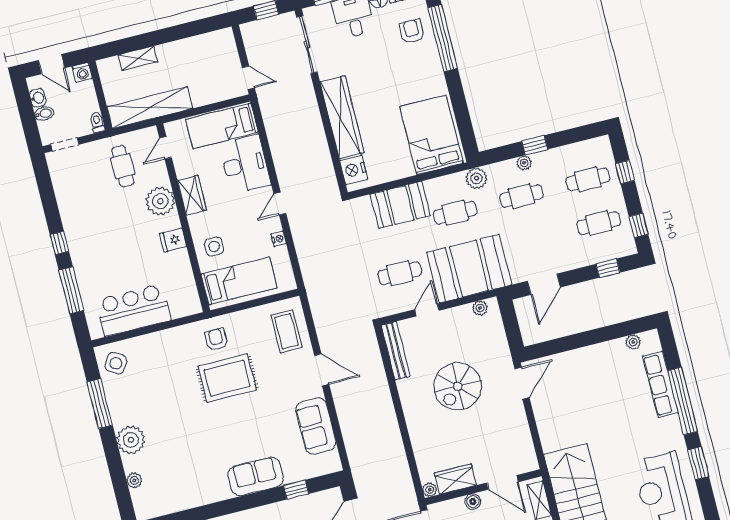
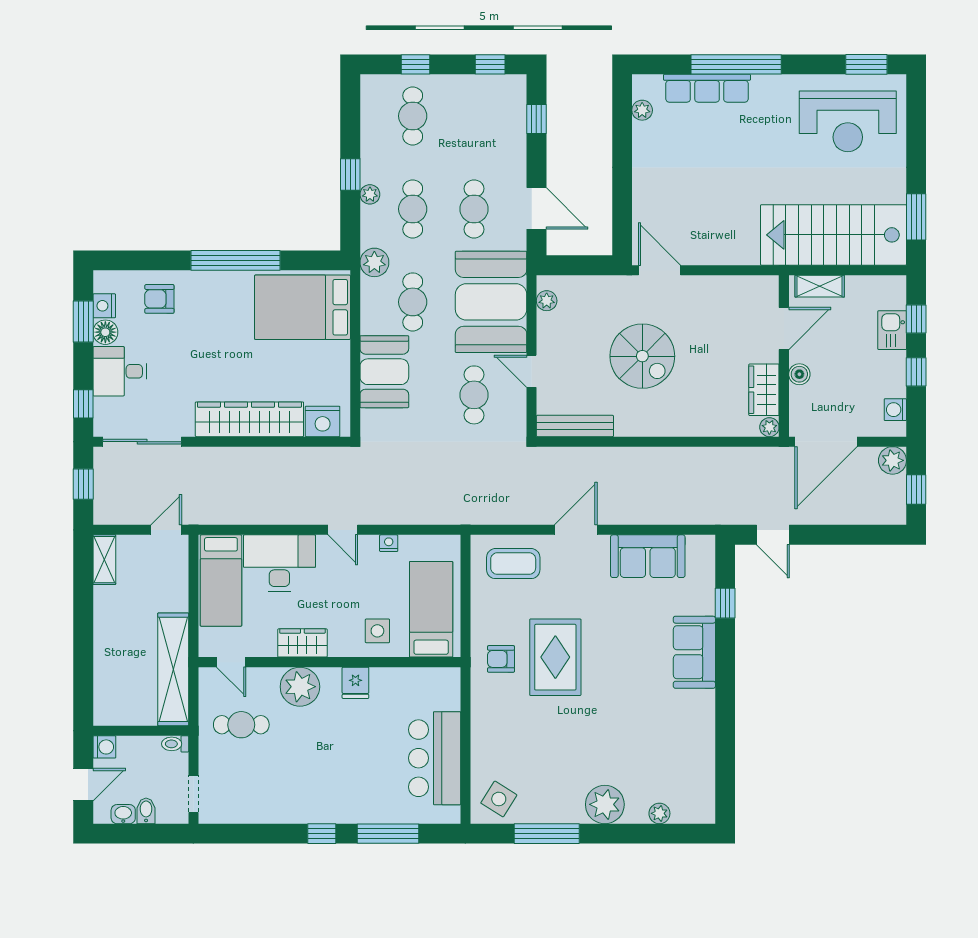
window: (443, 38) -> (236, 260), moved
shelving: (138, 58) -> (104, 560), moved
cafe table: (599, 223) -> (474, 209), moved
window: (698, 463) -> (866, 64), moved

